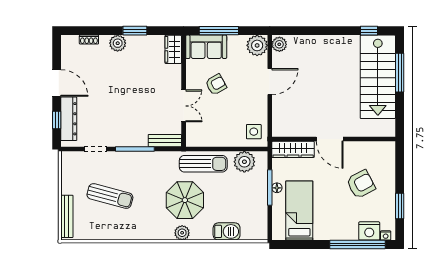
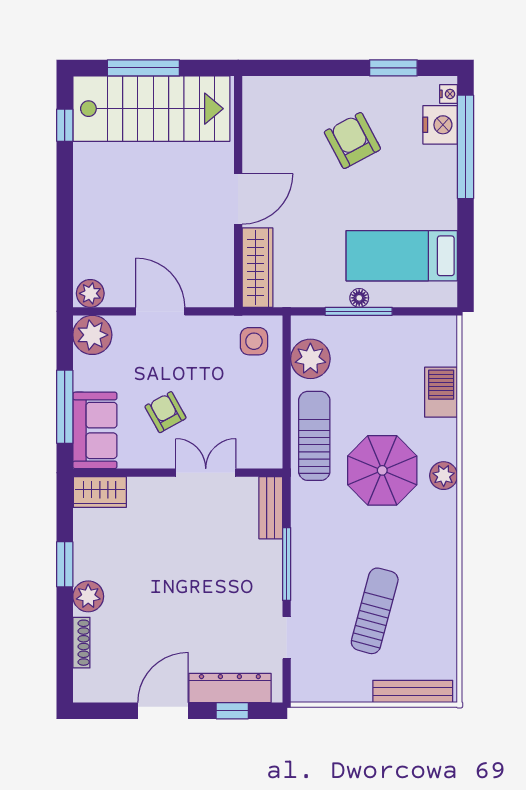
shoe rack: (89, 40) -> (81, 643), width x1.43
door: (330, 139) -> (238, 199), moved
wall: (334, 139) -> (238, 192), moved
wardrobe: (293, 149) -> (258, 268), moved

